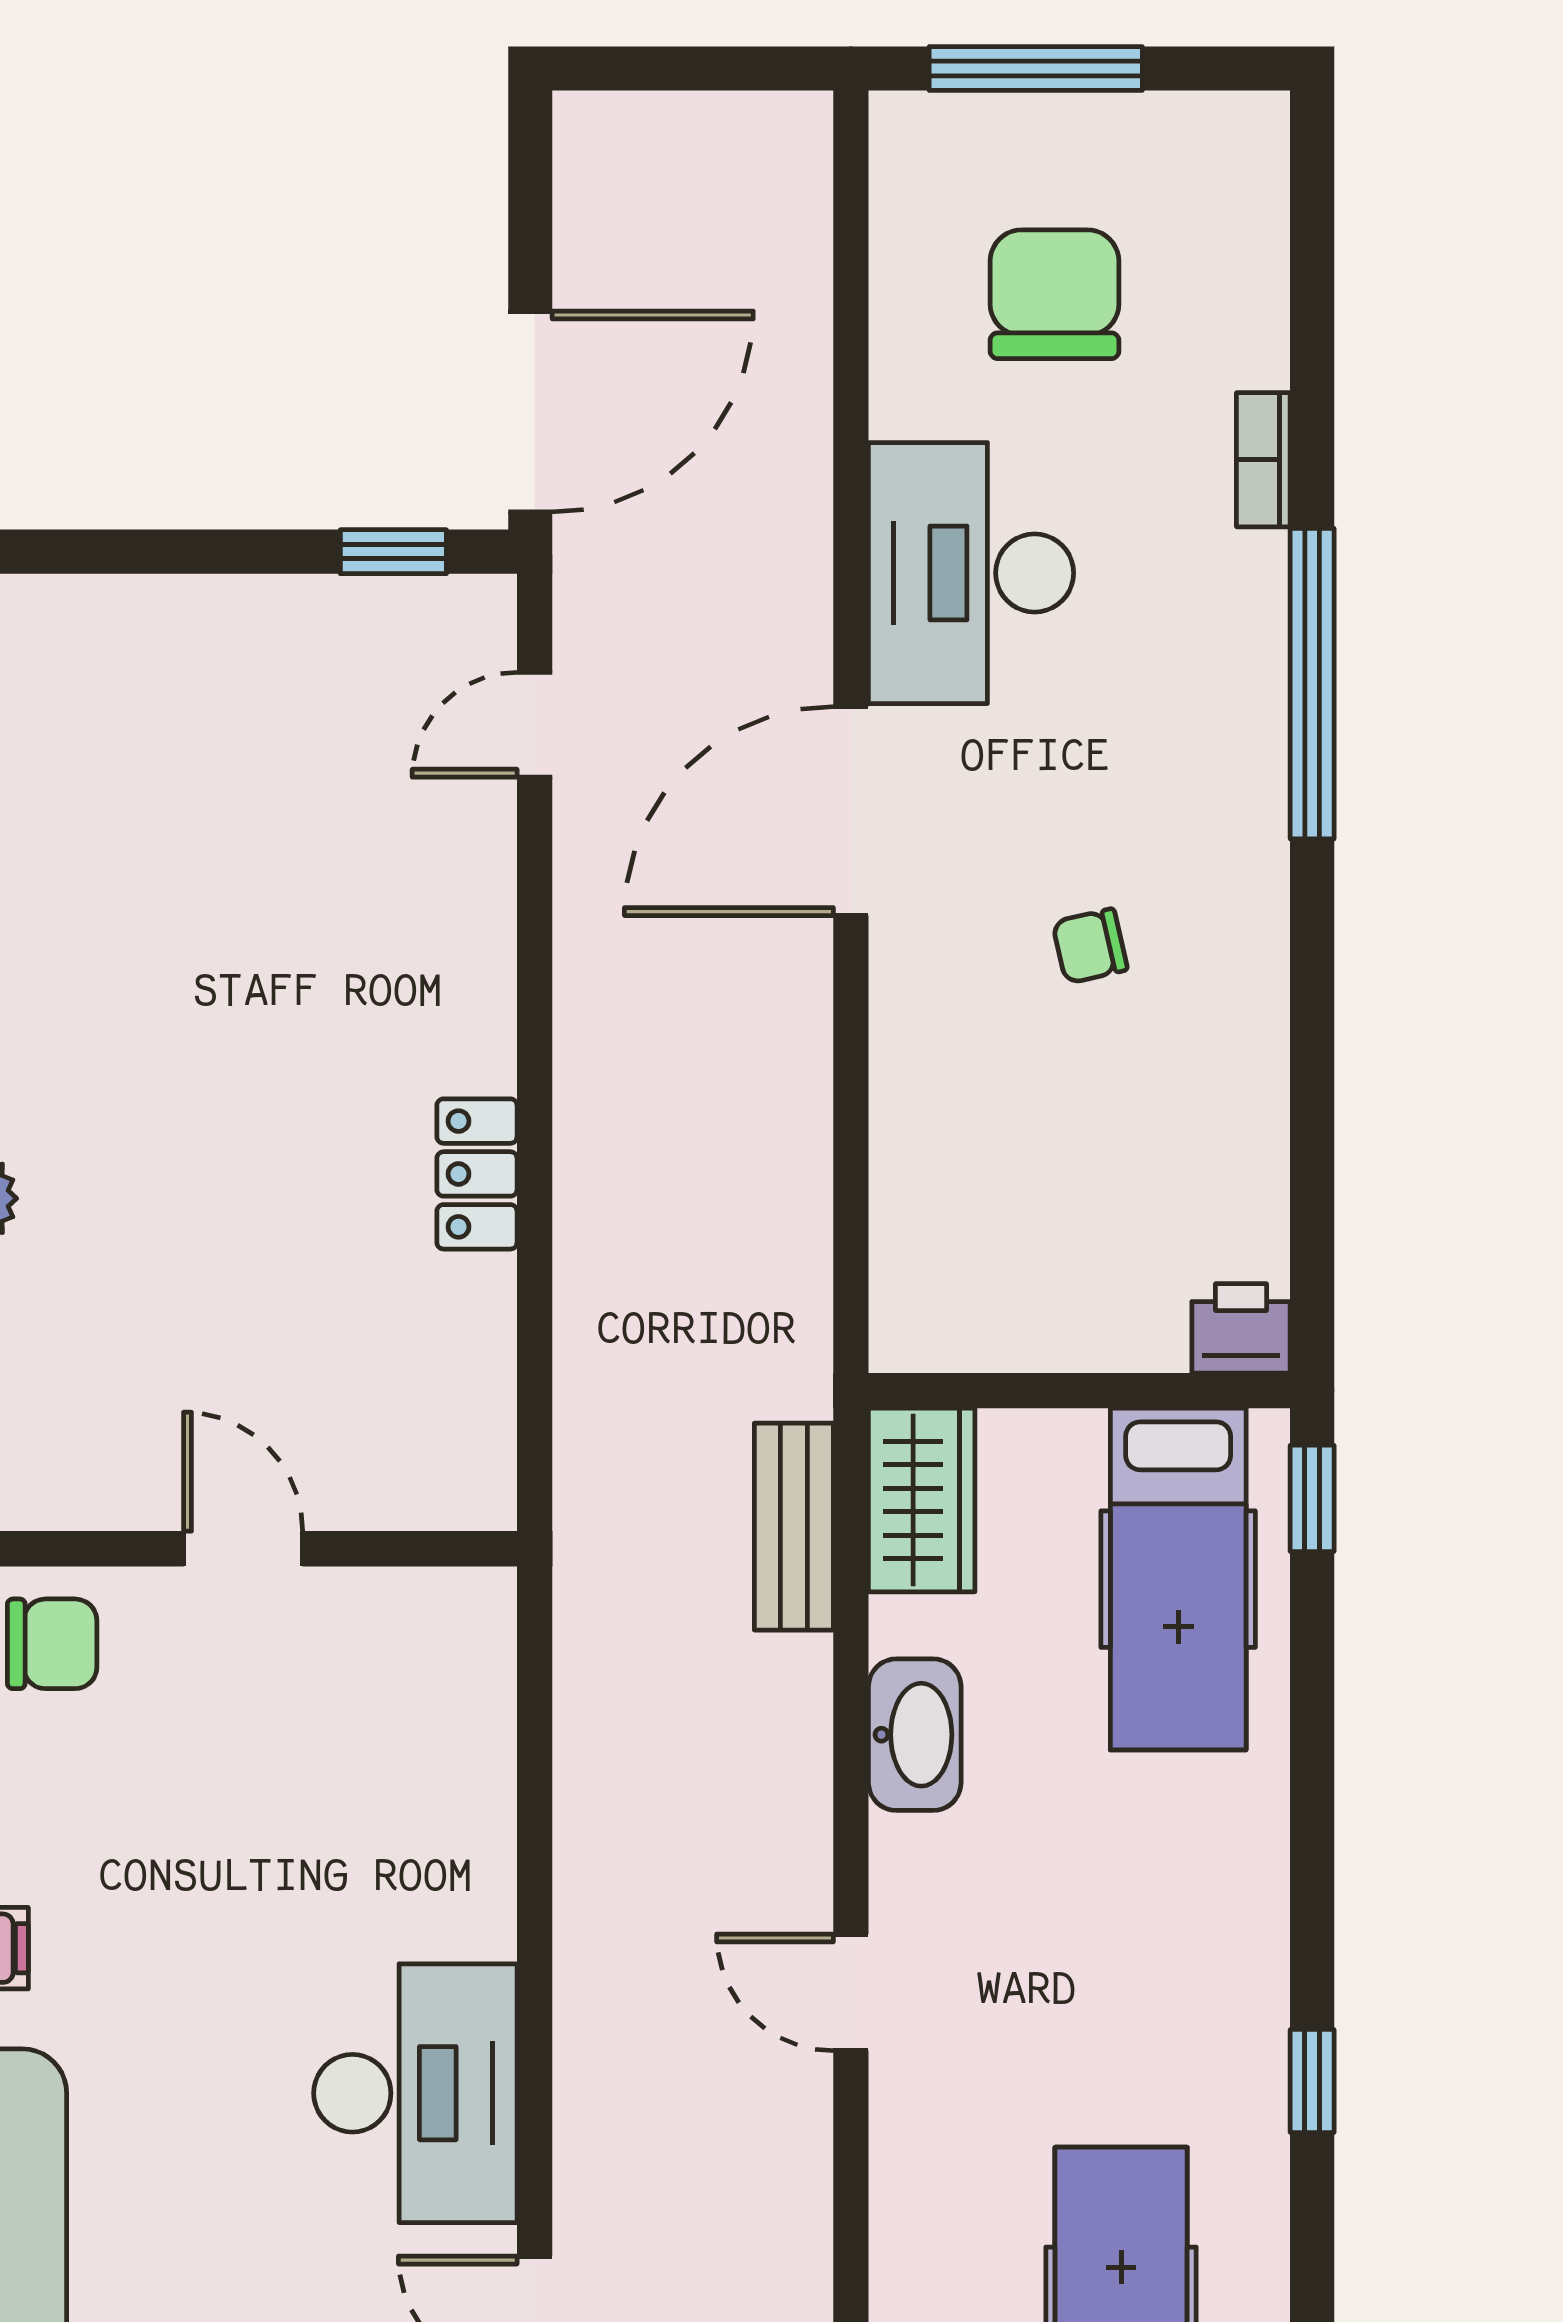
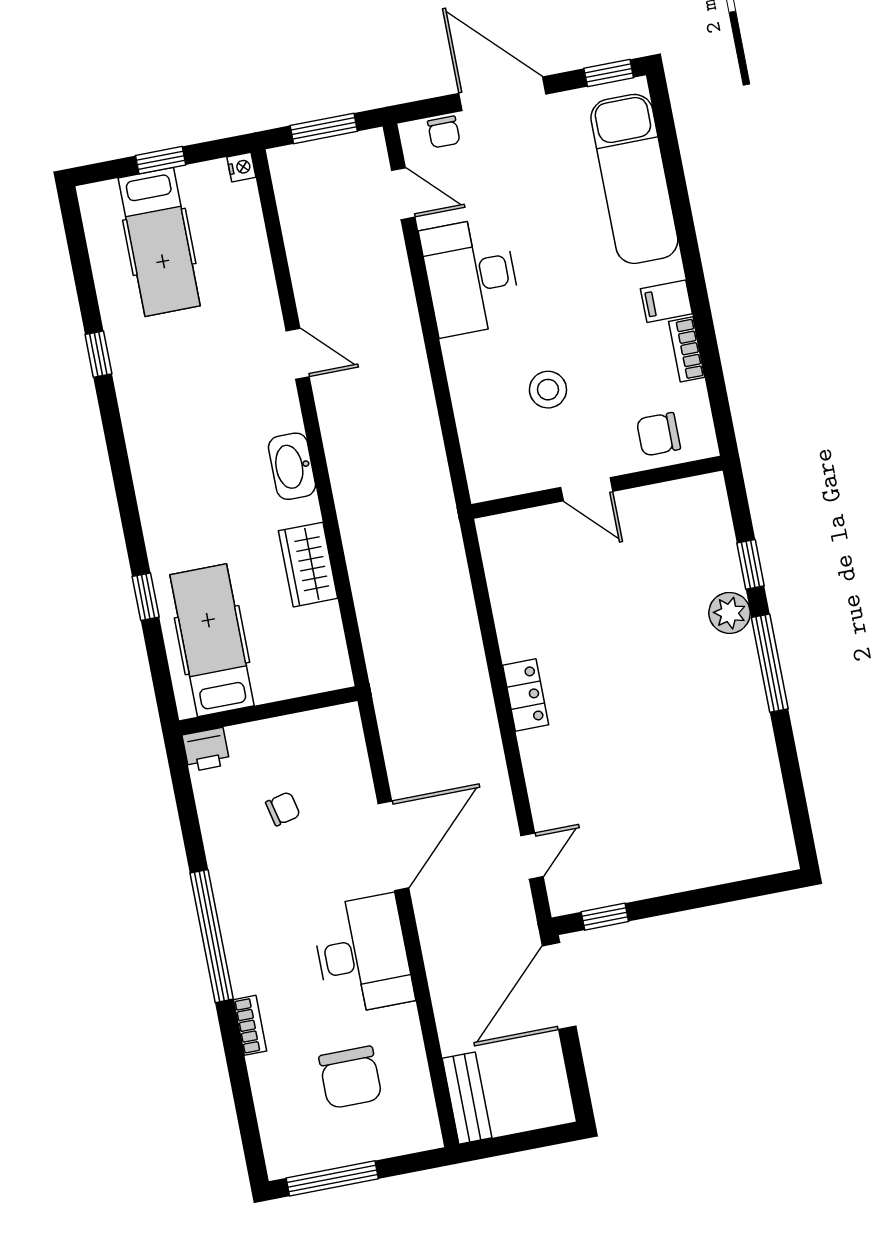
window: (1036, 68) -> (332, 1178), moved
locker: (477, 1174) -> (526, 695), moved
printer: (1241, 1328) -> (206, 750), moved
wall: (1079, 1391) -> (268, 711), moved
bench: (794, 1527) -> (467, 1098), moved
hospital bed: (1178, 1579) -> (212, 640), moved
stool: (288, 1797) -> (548, 390), added

